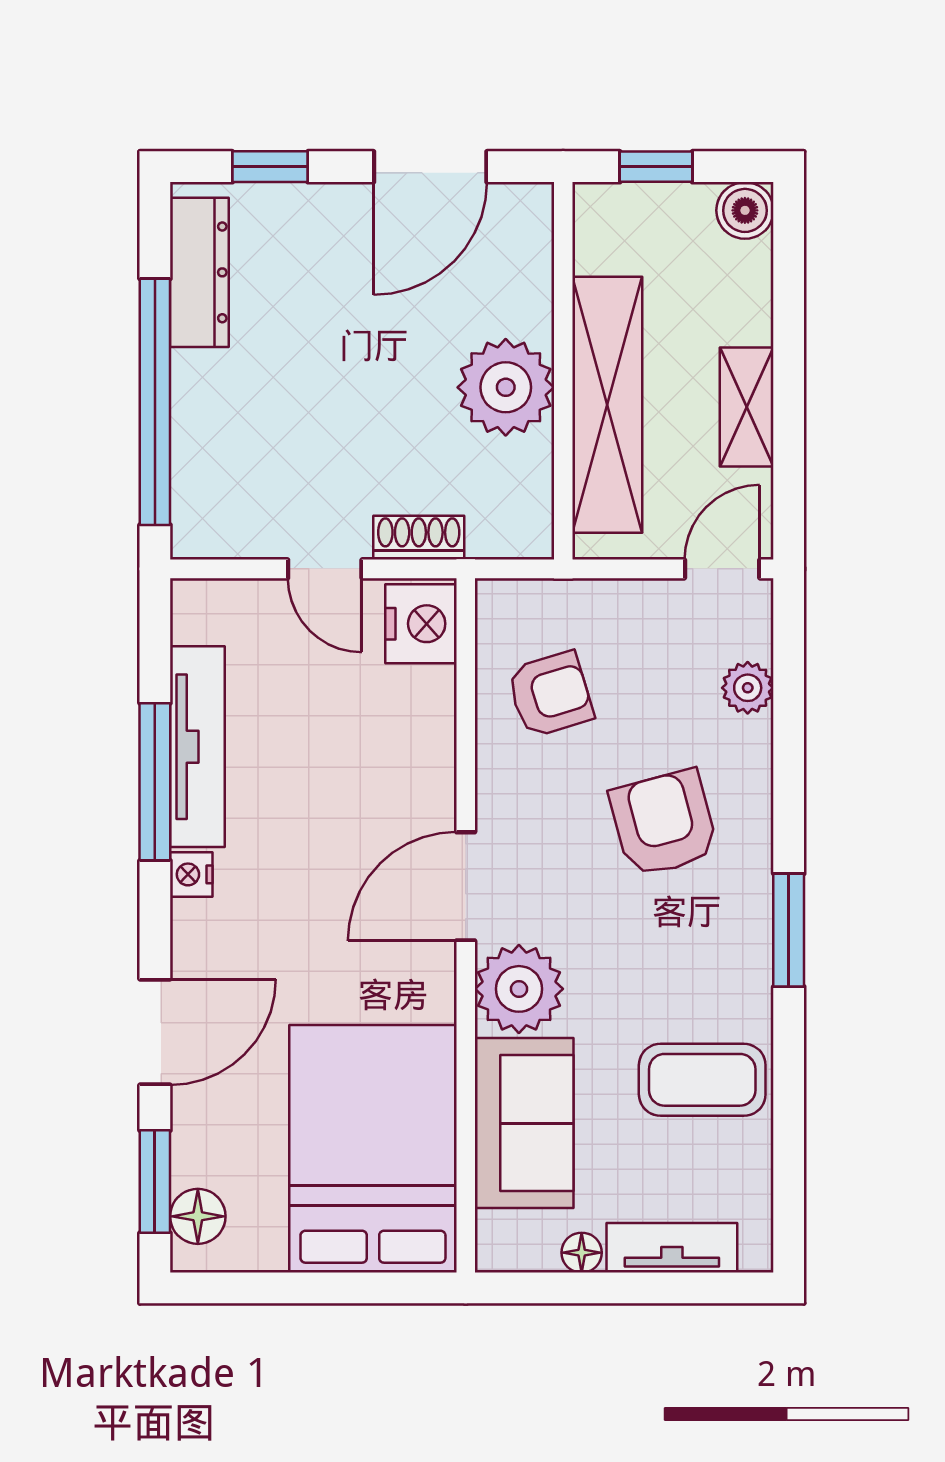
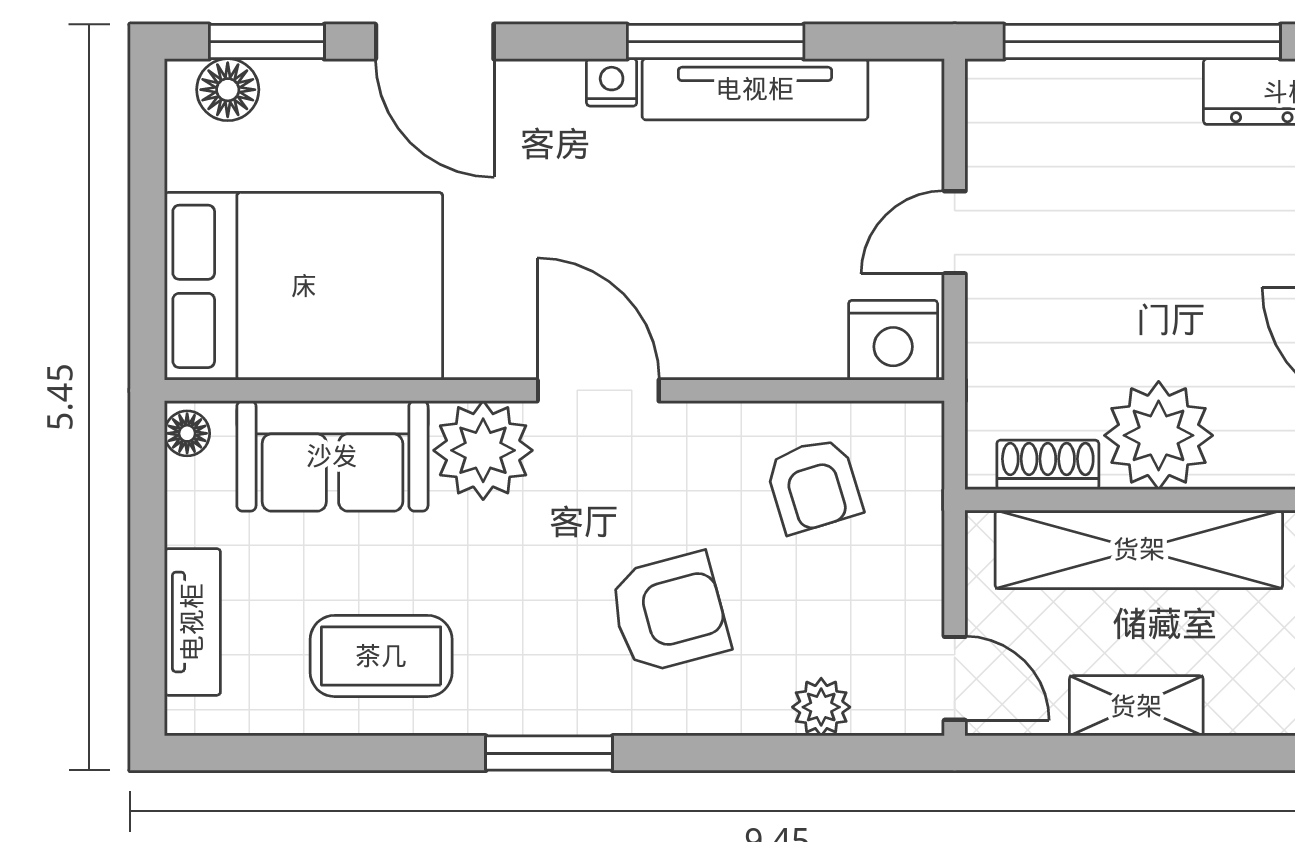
shoe rack: (419, 538) -> (1048, 465), moved, turned -90
coffee table: (702, 1080) -> (381, 656), turned 90
floor lamp: (582, 1253) -> (187, 433), moved

